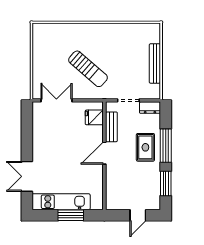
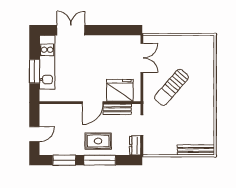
bench: (155, 63) -> (196, 150), moved
fridge: (94, 117) -> (120, 90), width x1.88, depth x1.34
door: (104, 153) -> (93, 103), swing flipped
door: (138, 215) -> (34, 134), swing flipped

